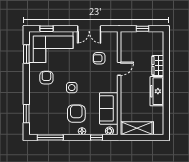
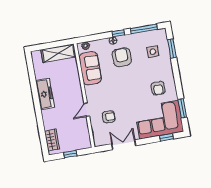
wardrobe: (158, 66) -> (52, 140), moved
side table: (72, 88) -> (153, 52), moved
armchair: (76, 114) -> (122, 57), turned 180
window: (97, 138) -> (118, 33), moved

